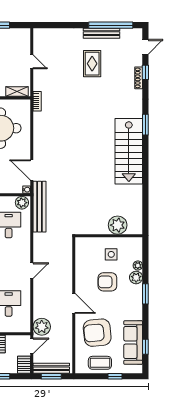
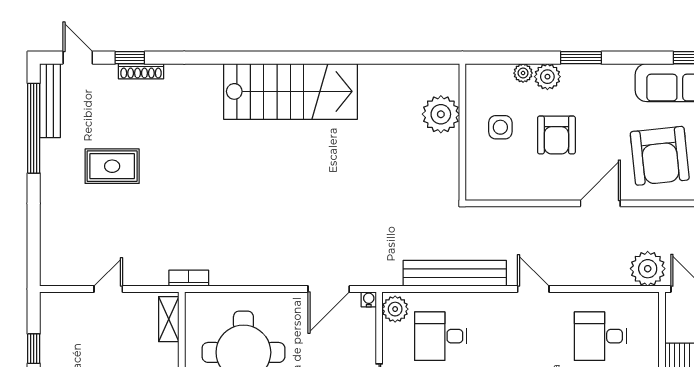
bench: (101, 33) -> (50, 101), moved
window: (145, 125) -> (236, 58), removed
bench: (39, 207) -> (455, 273), moved

